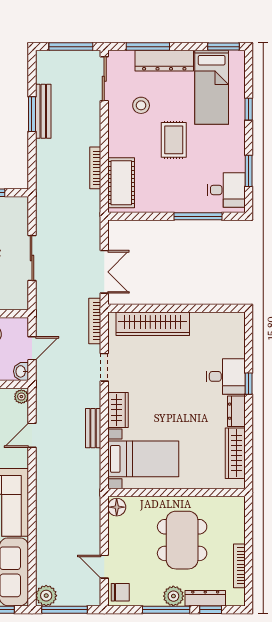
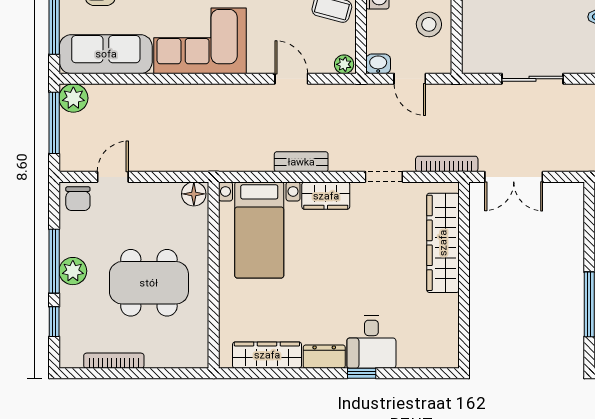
dresser: (205, 598) -> (70, 314), removed

